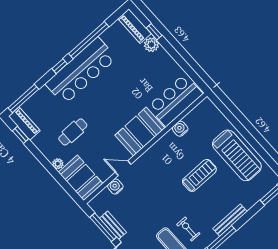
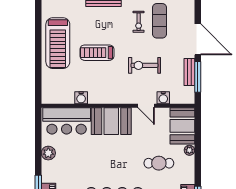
plant: (151, 45) -> (48, 153), moved
treadmill: (237, 155) -> (58, 43), turned 180
exercise bike: (153, 199) -> (144, 65), added

